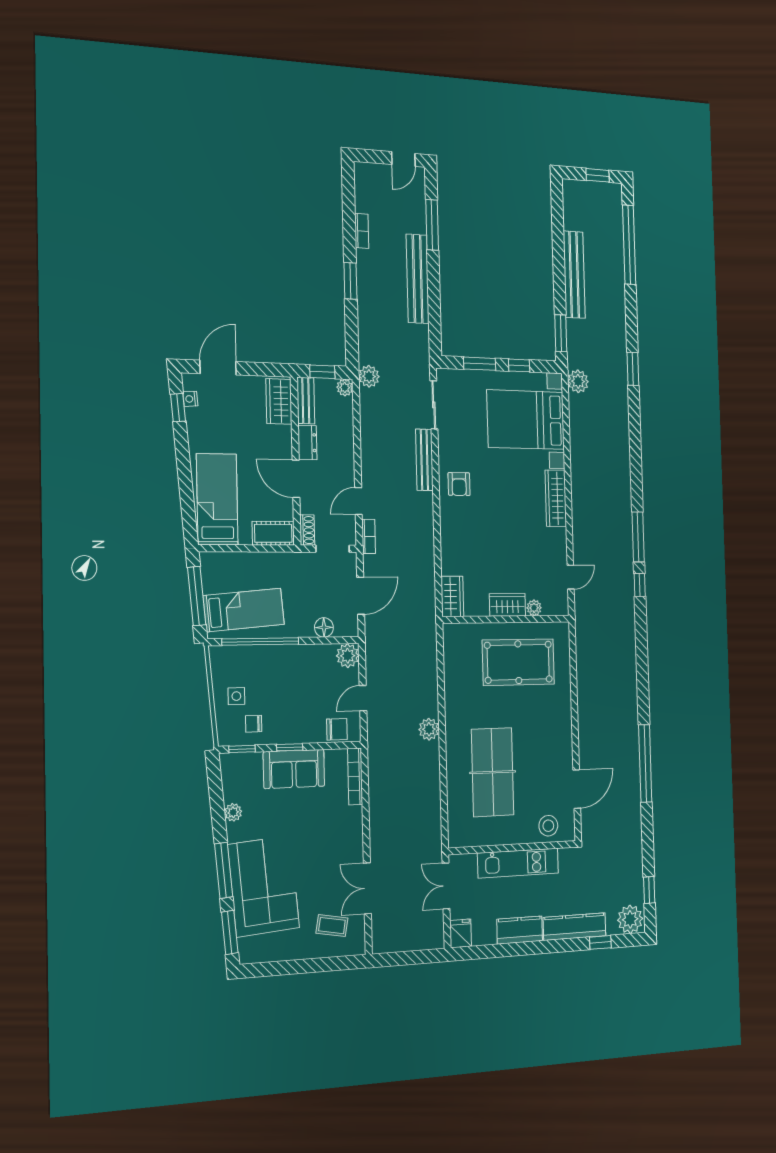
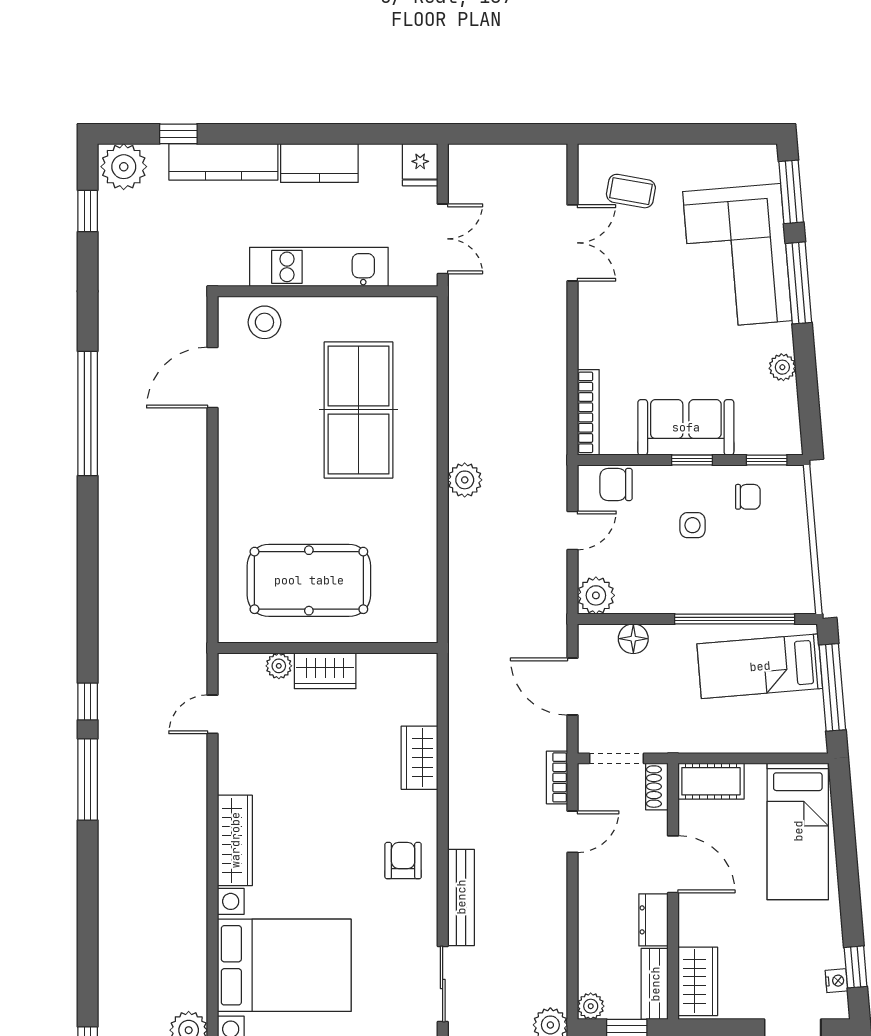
door: (361, 596) -> (572, 686), hinge flipped
wardrobe: (452, 596) -> (419, 758), moved
side table: (236, 696) -> (692, 525), moved

